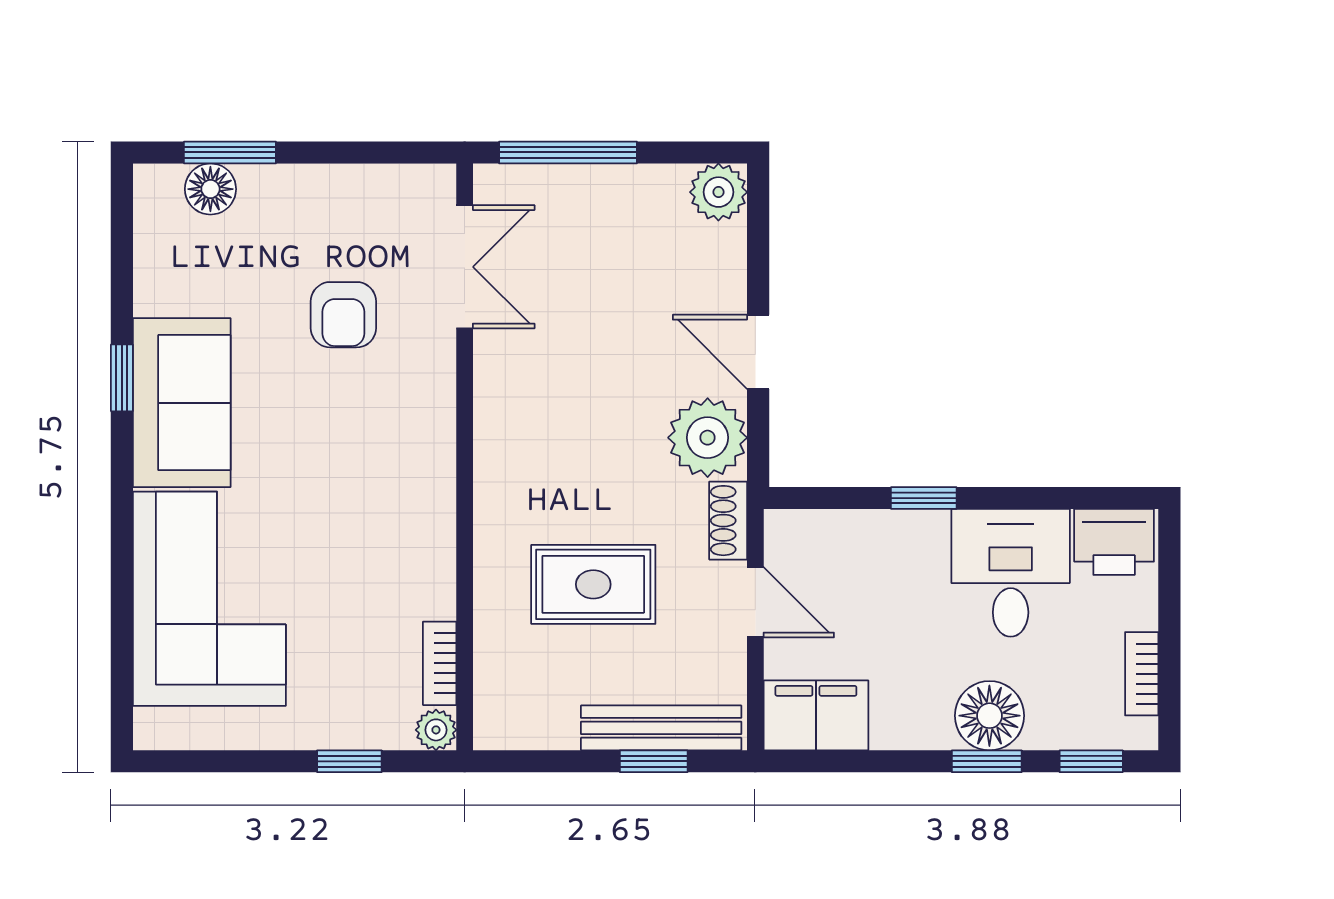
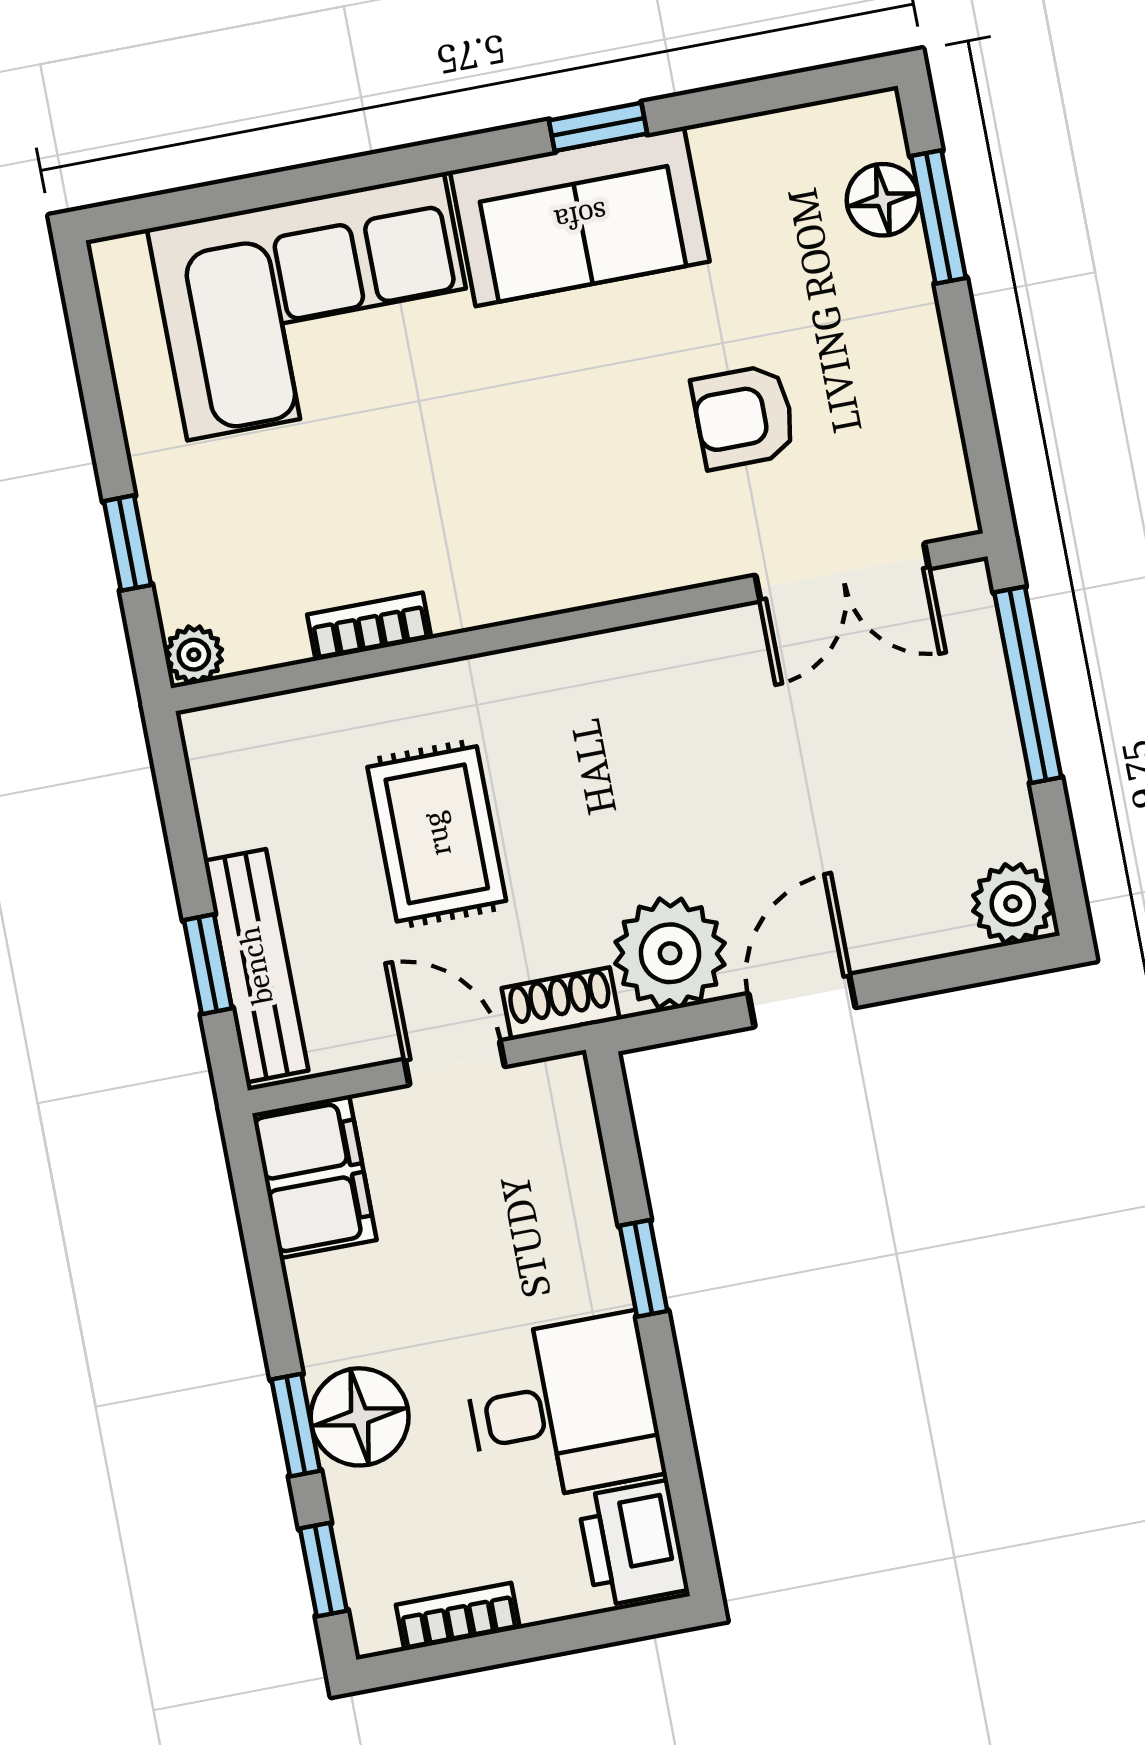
door: (755, 602) -> (455, 1063), swing flipped
bookcase: (440, 663) -> (369, 627), moved

